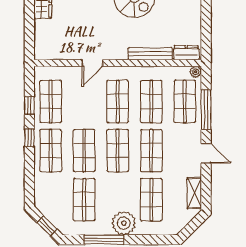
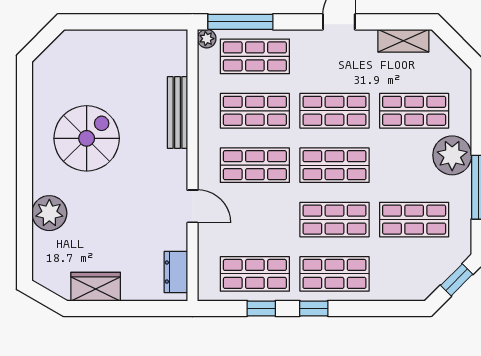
dresser: (186, 53) -> (176, 272), moved
window: (206, 110) -> (240, 22), moved

